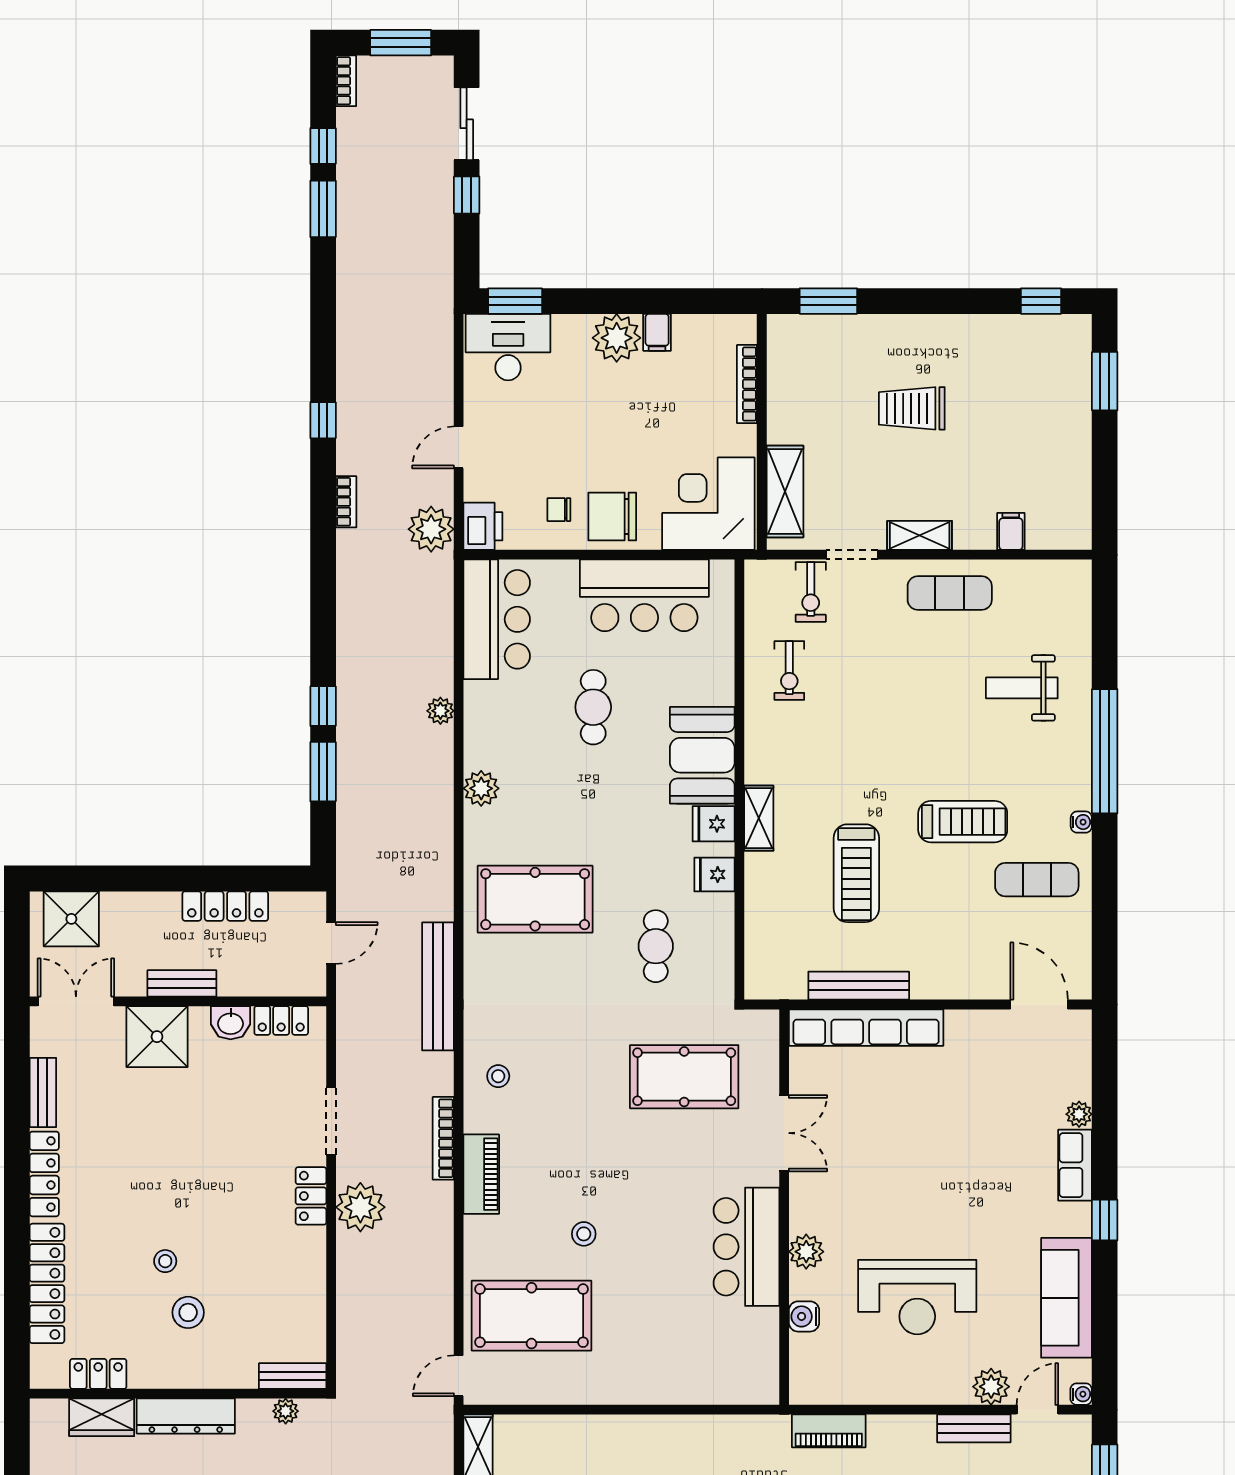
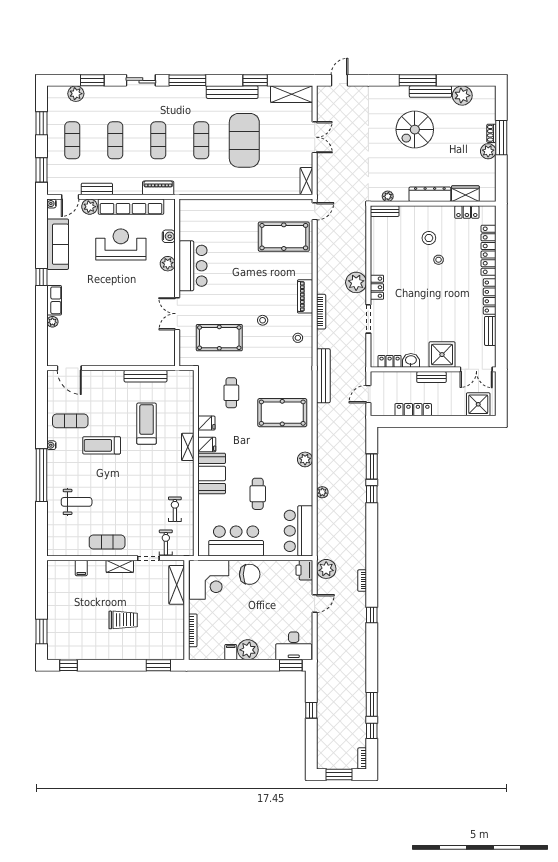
sliding door: (467, 124) -> (311, 740), removed
chair: (559, 510) -> (272, 577), removed
row of seats: (866, 1028) -> (131, 207), moved, turned 180
stool: (584, 1234) -> (263, 320), moved

